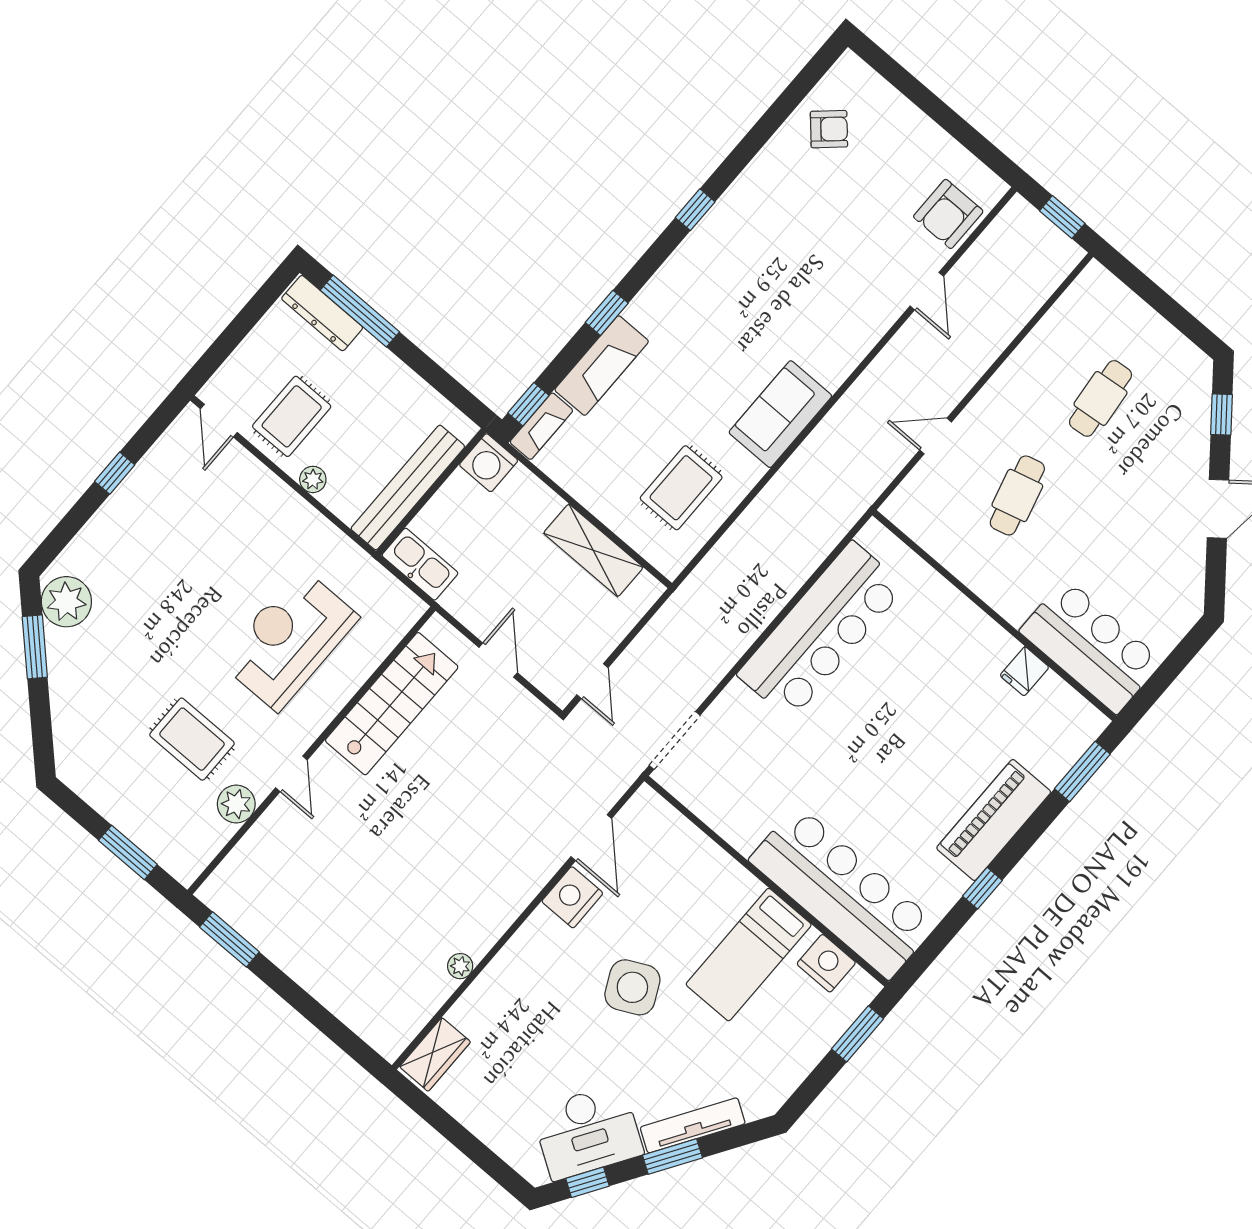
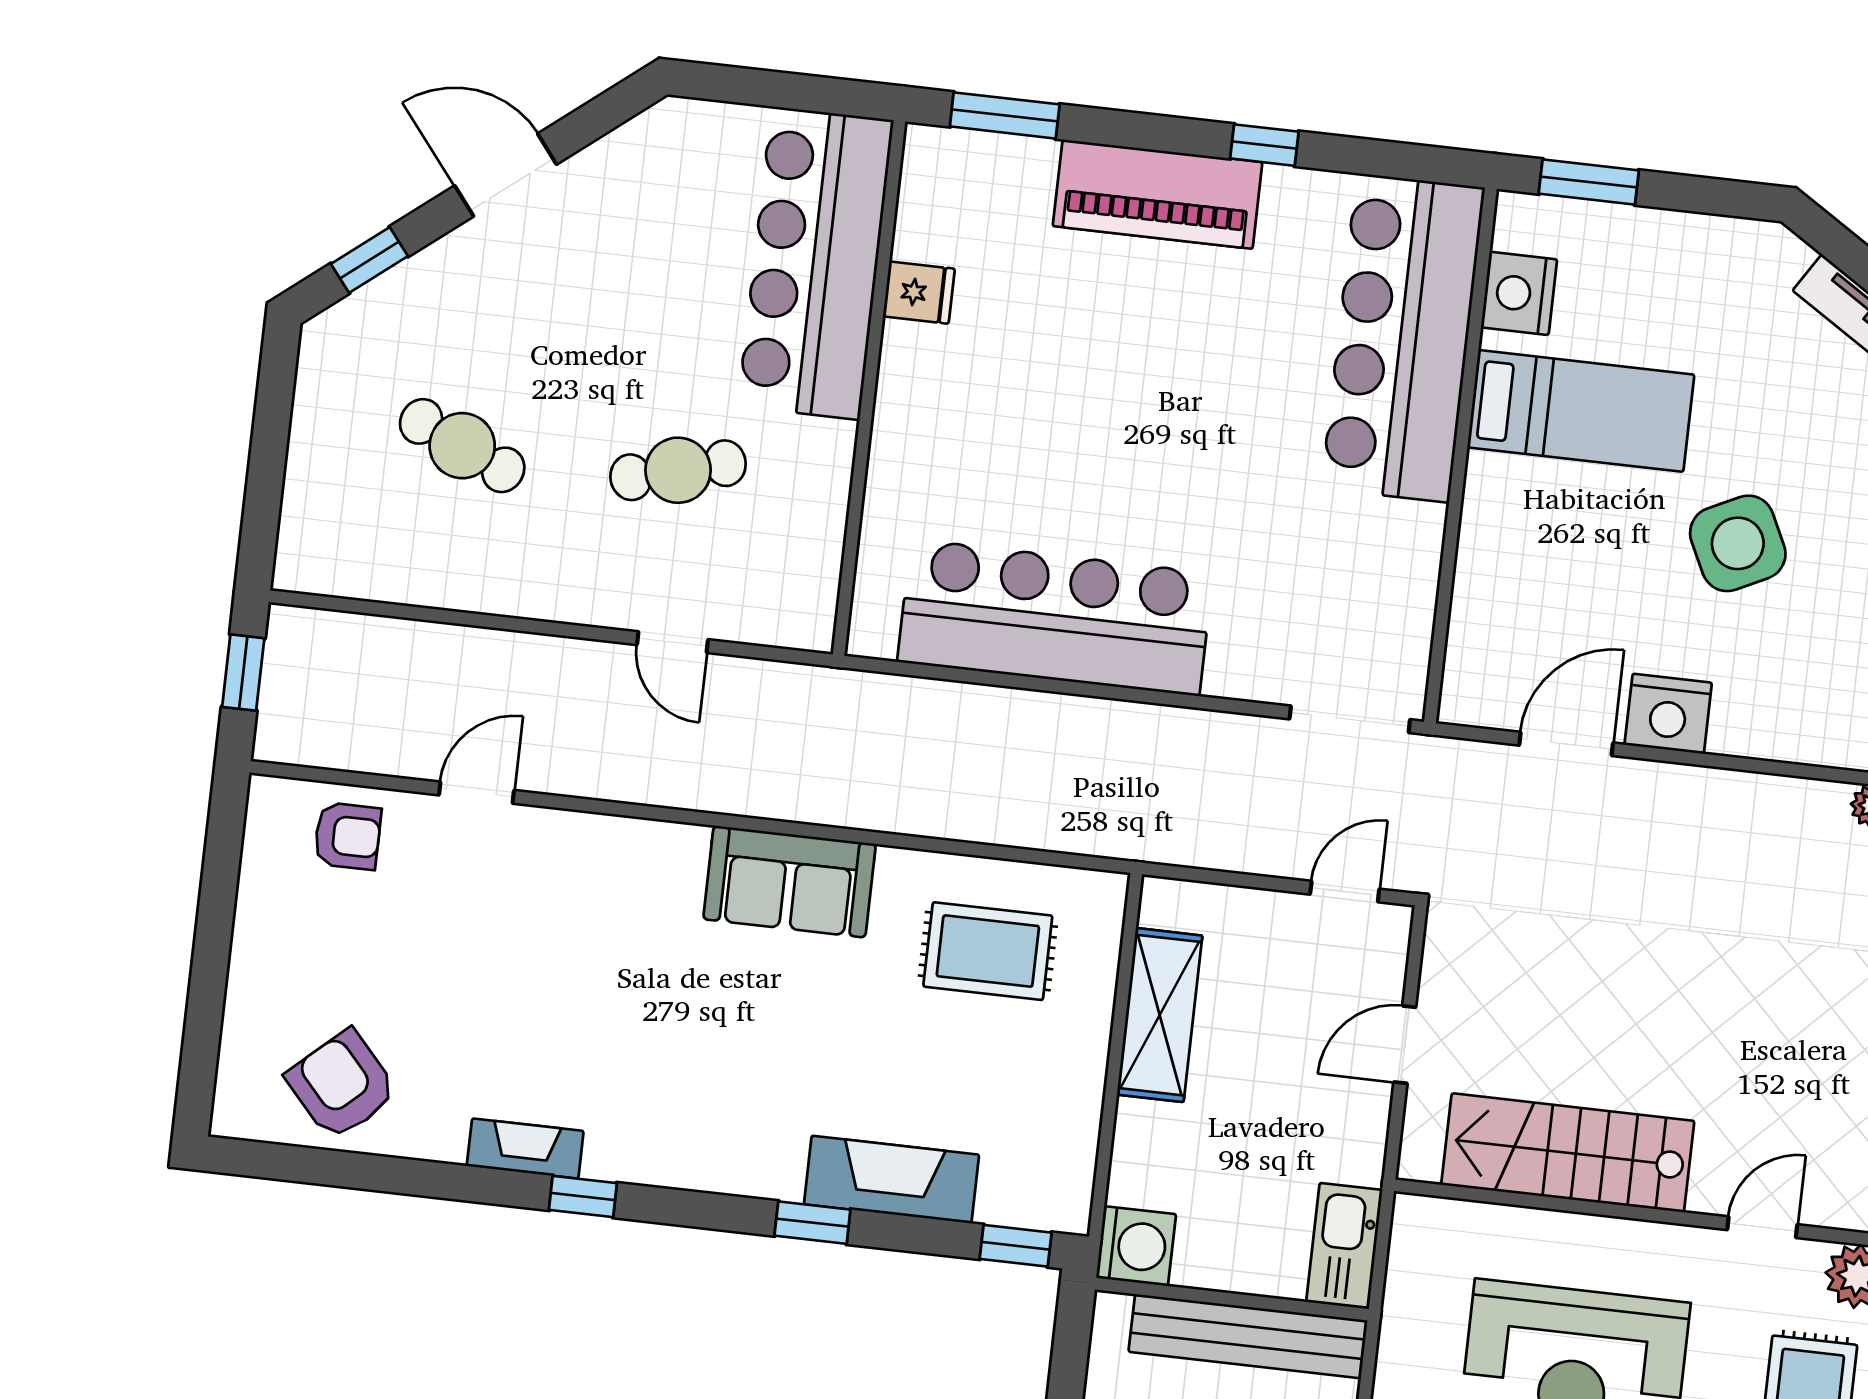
armchair: (829, 129) -> (342, 1085), width x1.38, depth x1.38
armchair: (948, 214) -> (347, 836), width x0.72, depth x0.72
cafe table: (1100, 398) -> (462, 446), turned 30
fireplace: (541, 426) -> (525, 1148), moved
bar counter: (1091, 646) -> (816, 263), width x1.36

